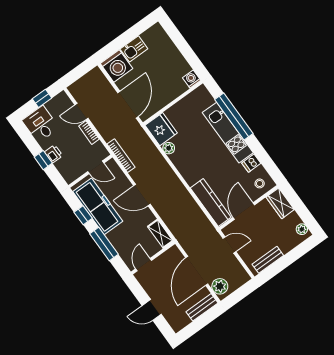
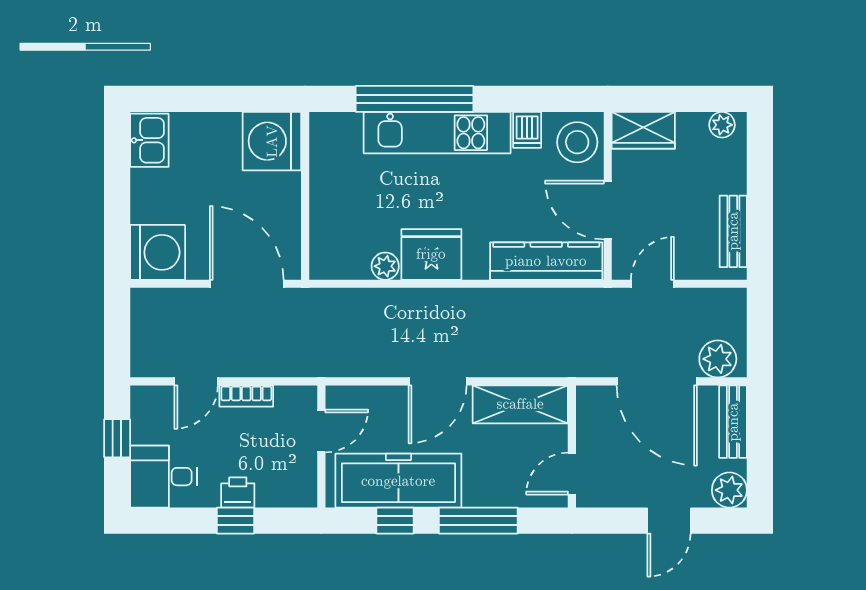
kitchen sink: (134, 49) -> (149, 140), moved
washing machine: (192, 79) -> (272, 141), width x1.89, depth x1.89
fridge: (161, 129) -> (431, 254), moved
bookcase: (121, 156) -> (334, 367), removed
stool: (260, 183) -> (577, 142), width x1.89, depth x1.89
shelving: (160, 234) -> (520, 404), width x1.50, depth x1.33
door: (144, 265) -> (572, 474), hinge flipped
plant: (177, 323) -> (729, 490), added

